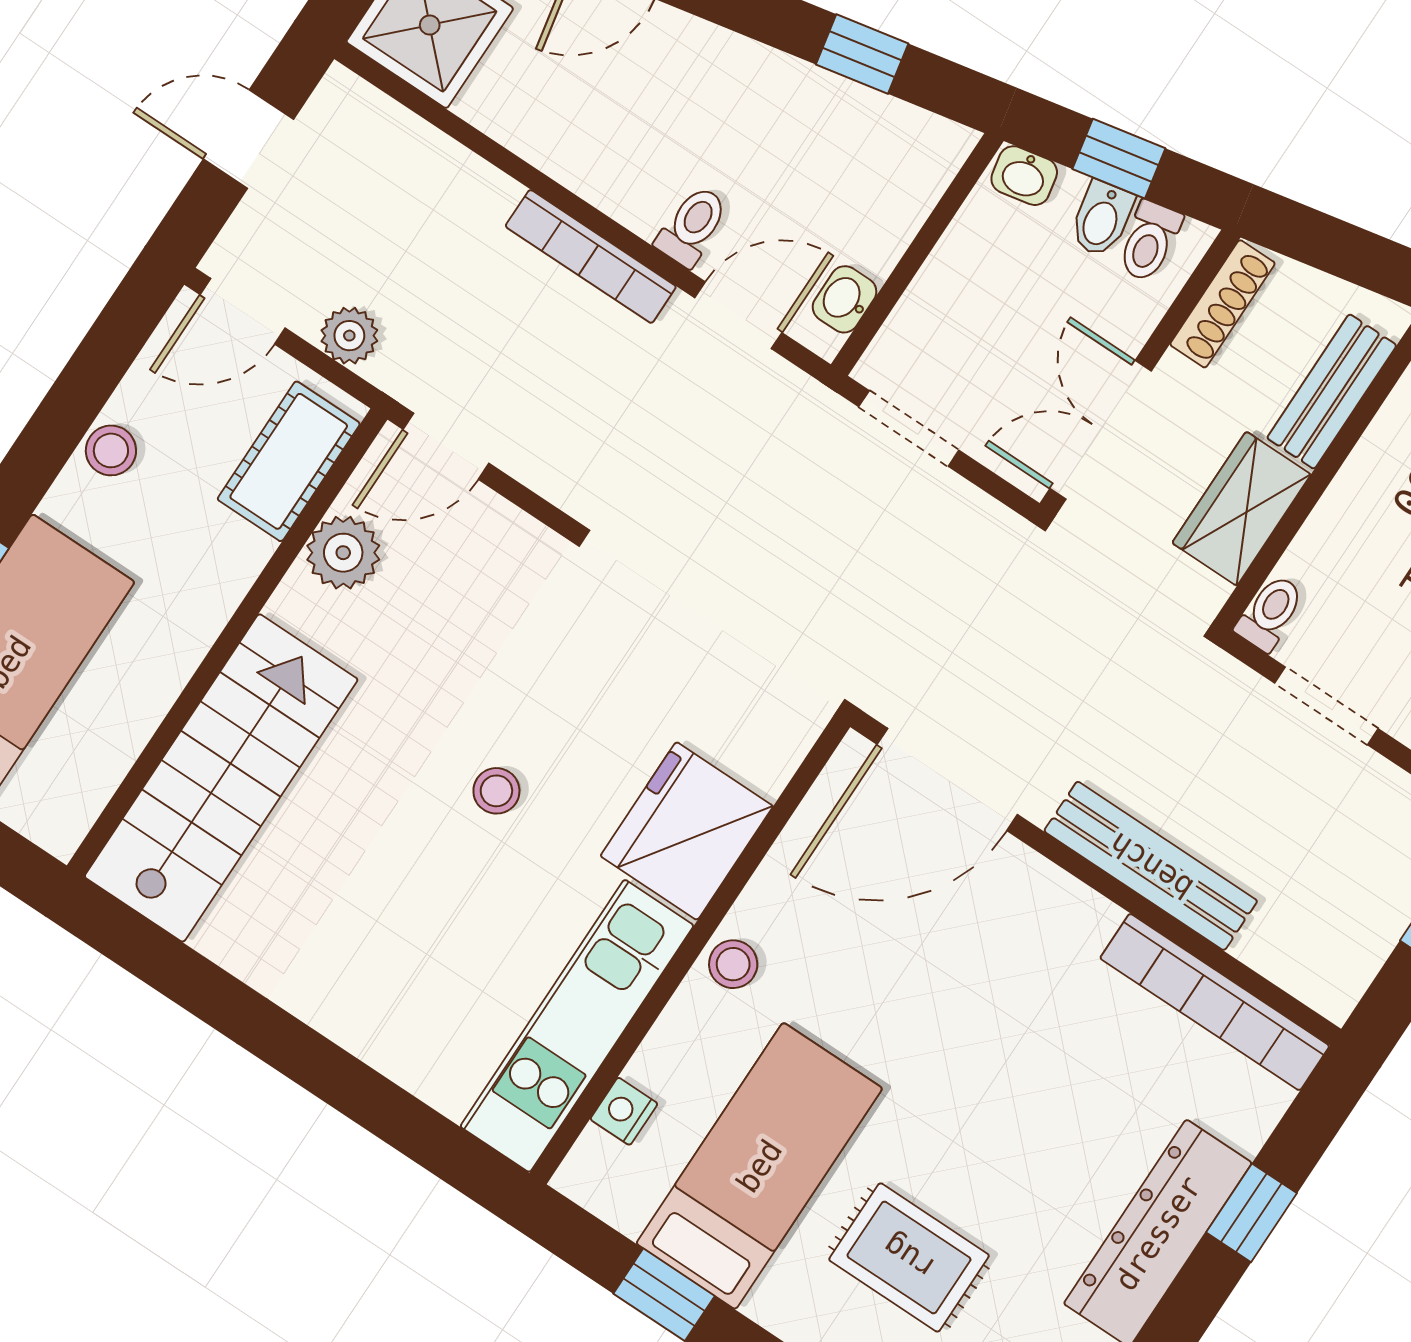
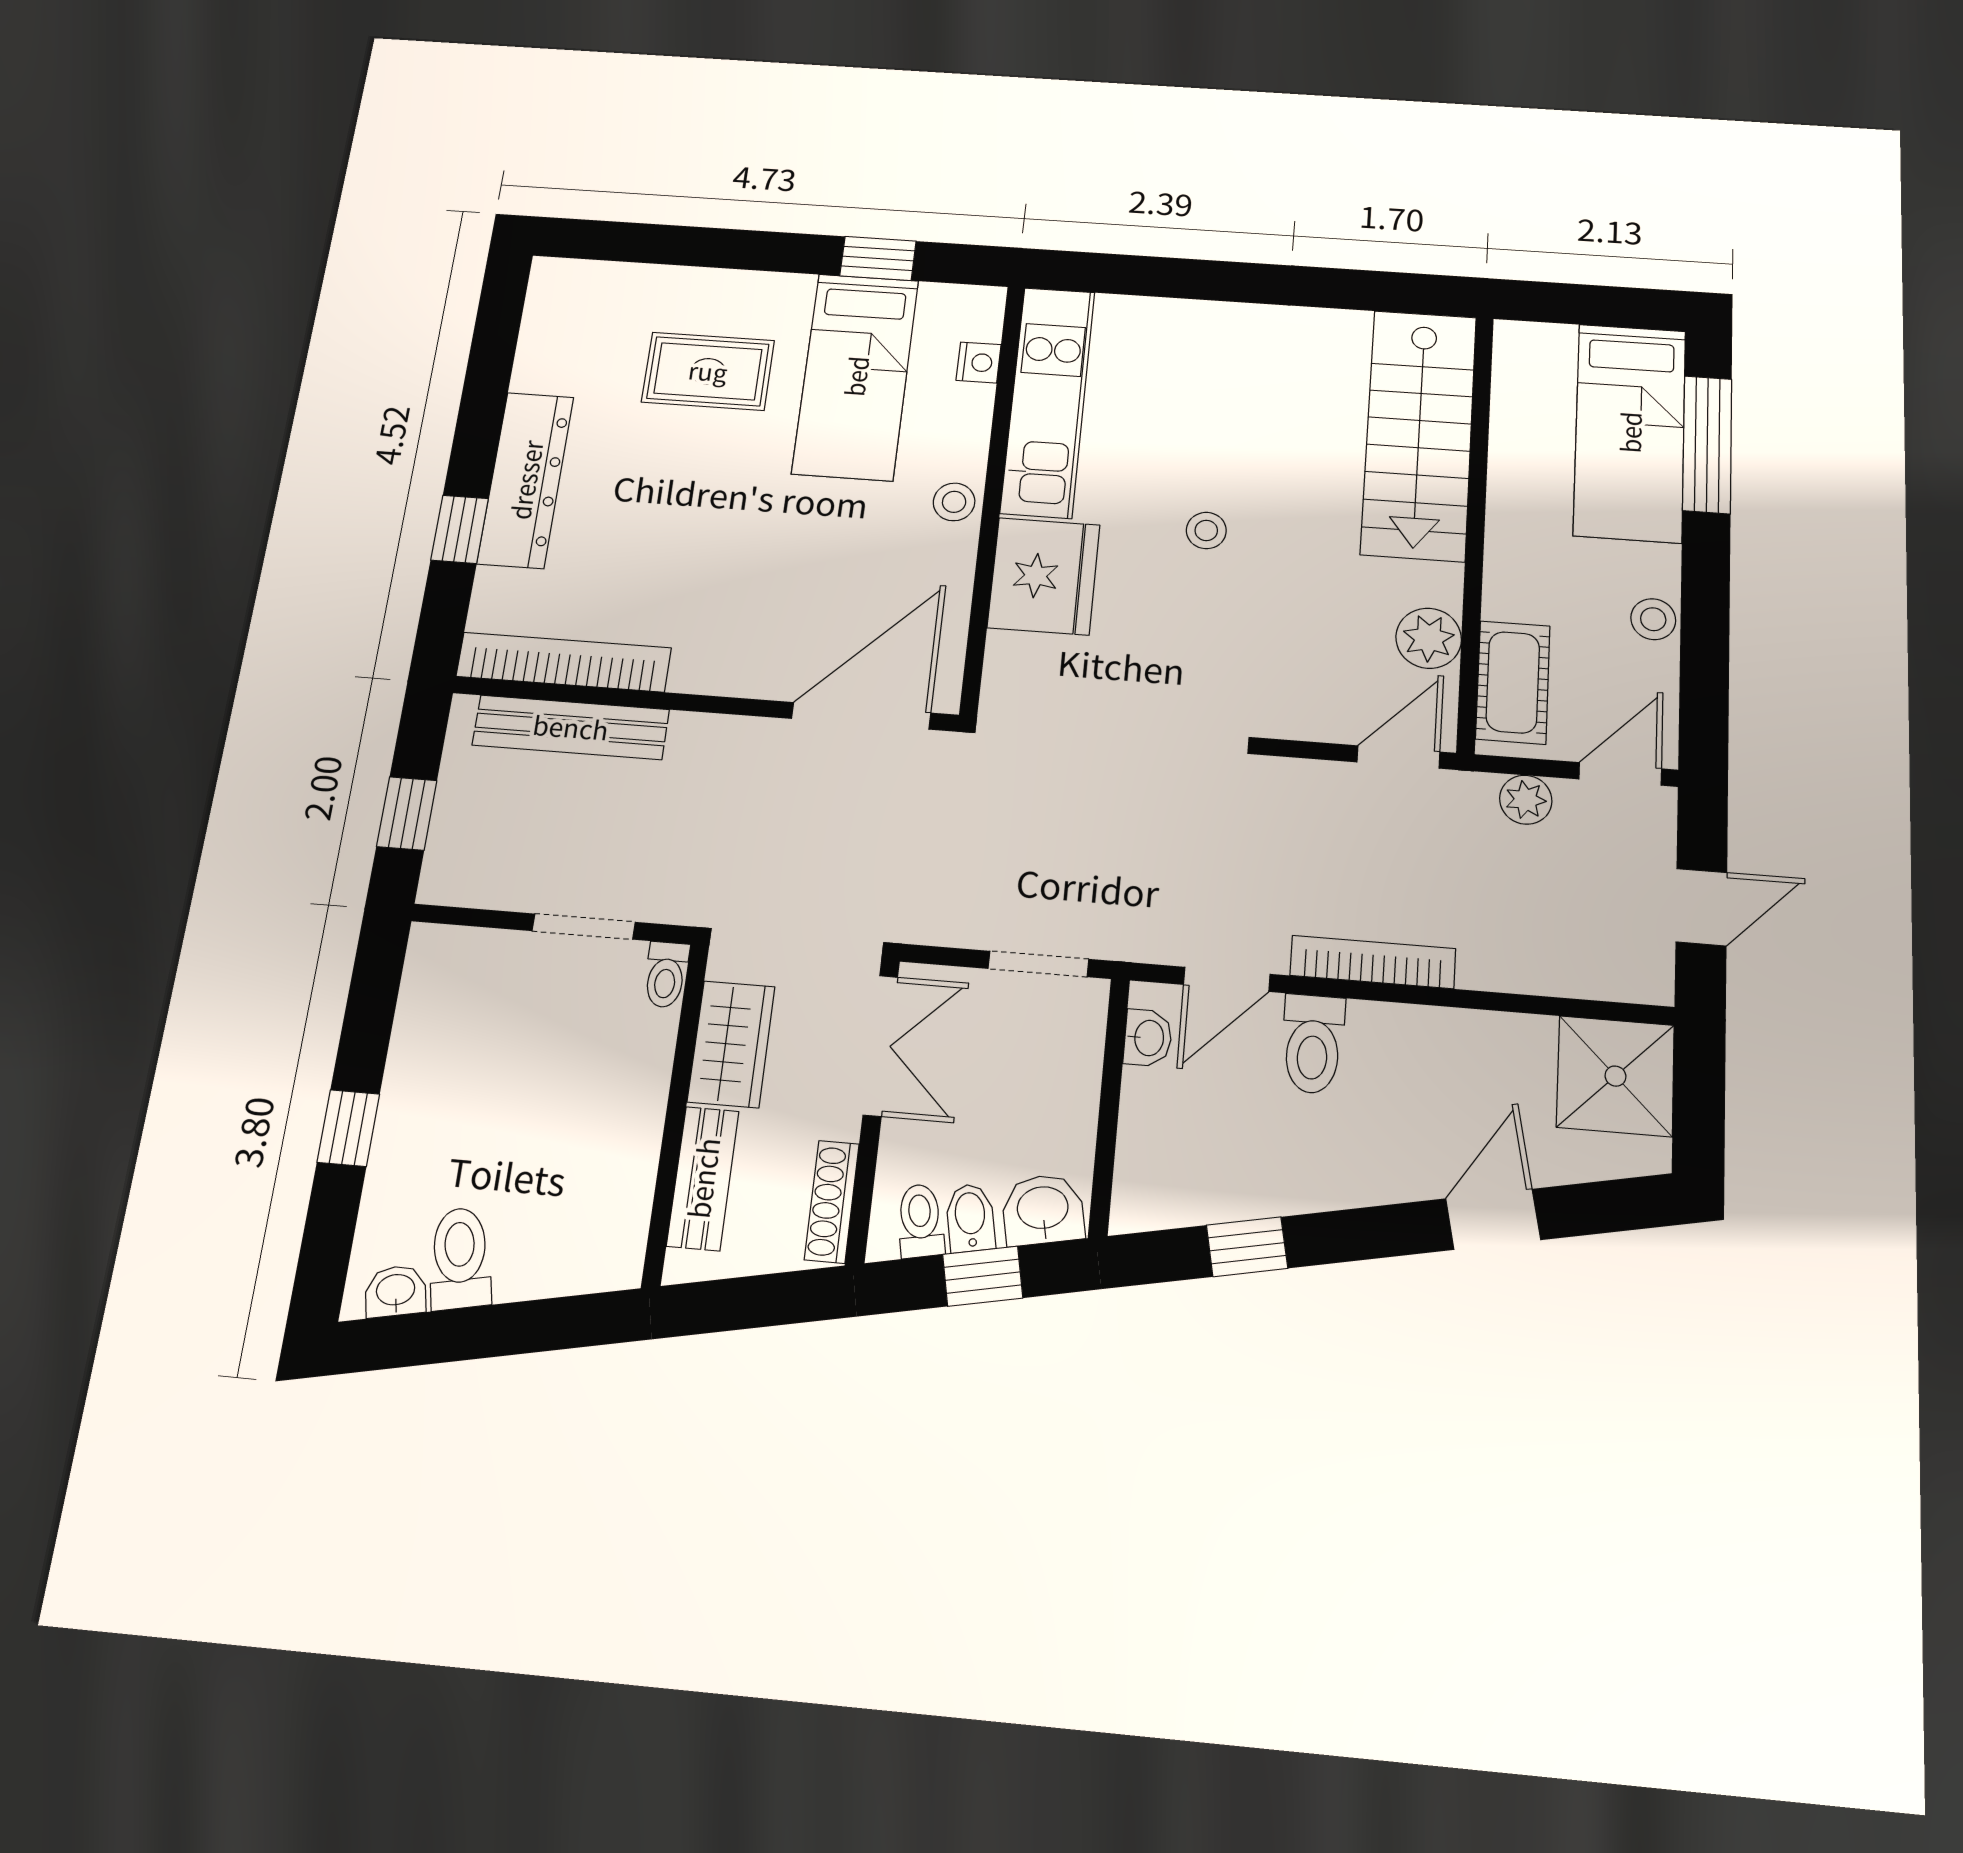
washbasin: (1024, 176) -> (1043, 1210), width x1.38, depth x1.45
toilet: (692, 226) -> (1313, 1044), width x1.37, depth x1.39
bench: (1151, 866) -> (571, 727), moved

